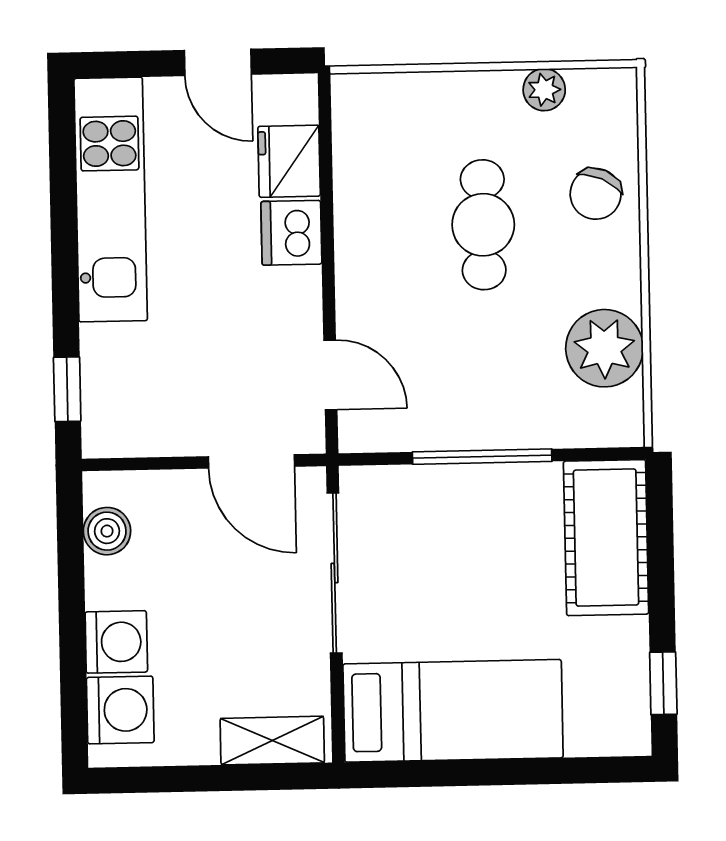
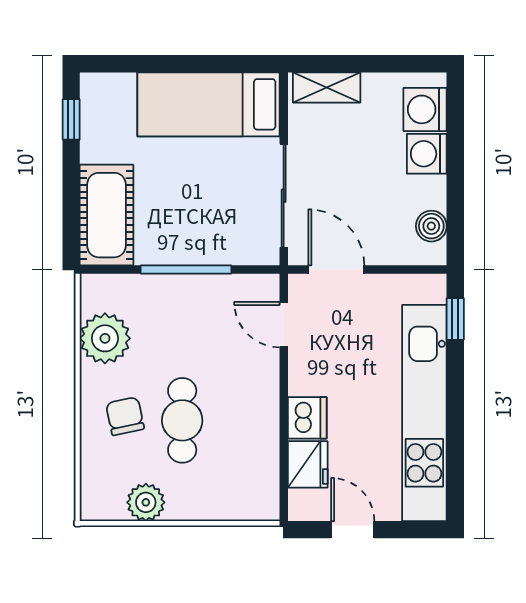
plant: (544, 90) -> (146, 502), width x1.38, depth x1.38
chair: (596, 194) -> (125, 416), moved, turned -37
kitchen unit: (111, 200) -> (424, 413), width x1.36

